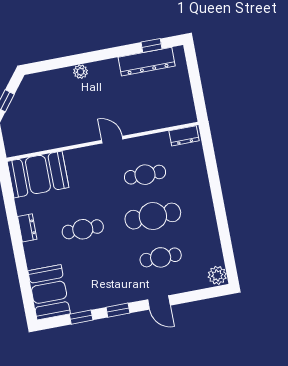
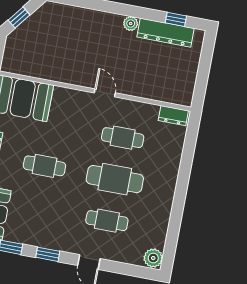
plant: (81, 72) -> (131, 24), moved

